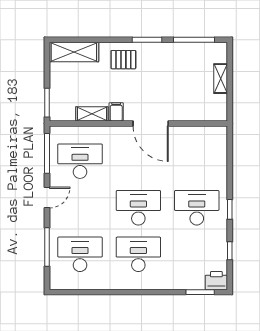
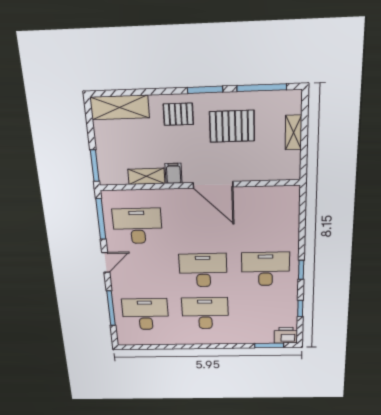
pallet: (169, 71) -> (232, 126), added

